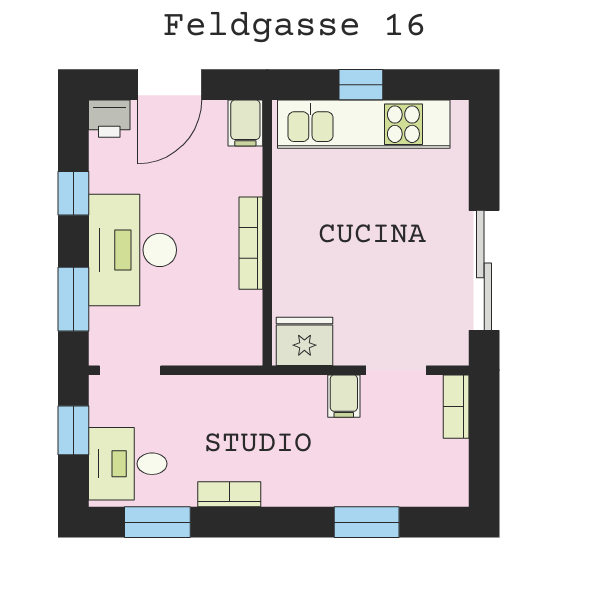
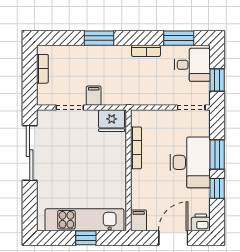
bookcase: (251, 243) -> (136, 148), moved
window: (73, 299) -> (217, 154), moved
bookcase: (456, 407) -> (42, 69), moved
window: (367, 522) -> (99, 38), moved

